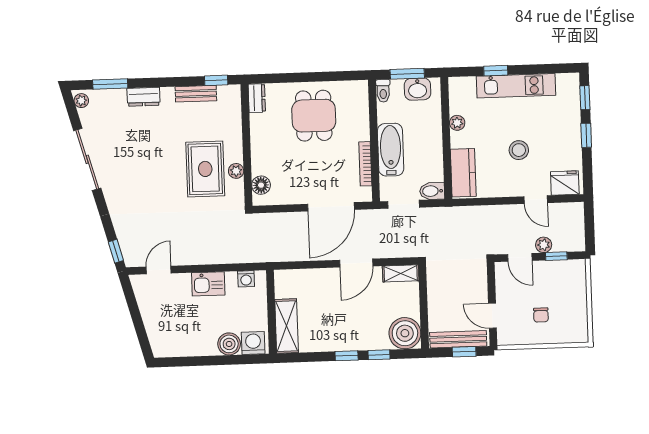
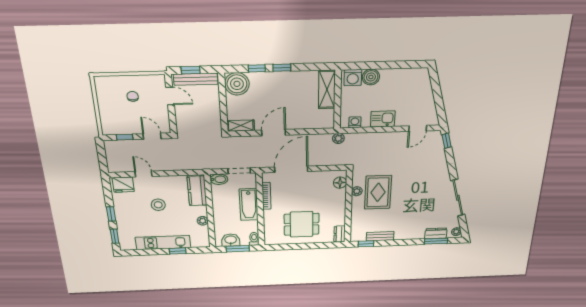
dresser: (143, 97) -> (436, 233), moved
dining table: (314, 116) -> (302, 224), turned 90
plant: (544, 245) -> (338, 138), moved

